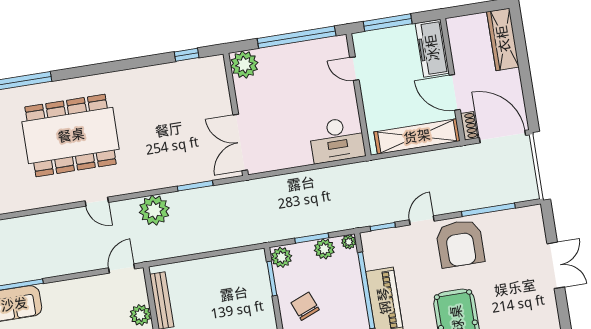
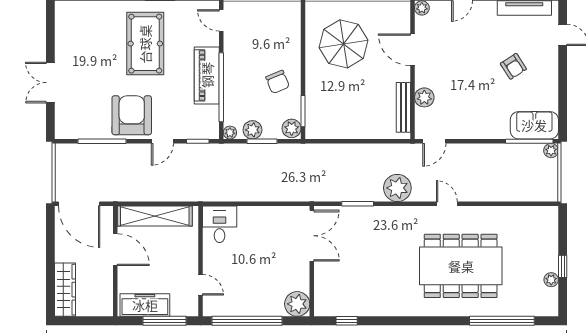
freezer: (432, 48) -> (145, 305), moved, turned -90
shoe rack: (469, 126) -> (107, 218), removed
desk: (337, 140) -> (220, 224), width x0.73

